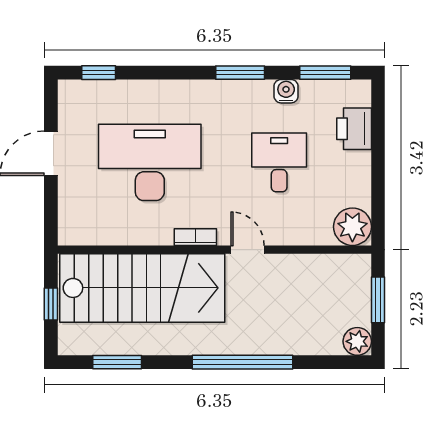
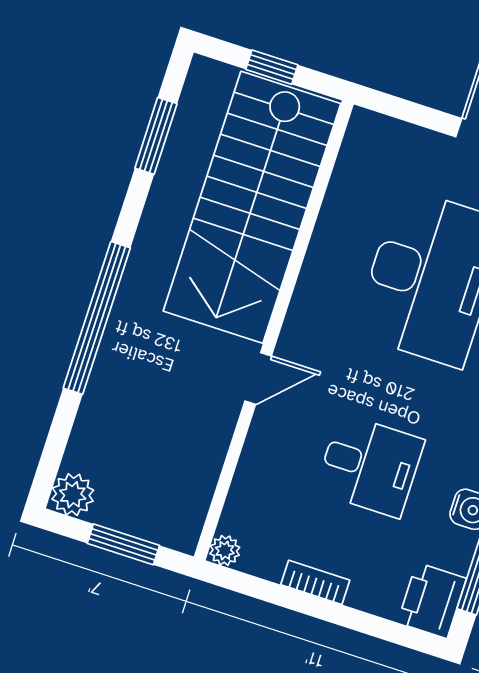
printer: (354, 129) -> (432, 600), moved, turned -90
plant: (352, 227) -> (225, 550), width x0.53, depth x0.53
bookcase: (195, 237) -> (315, 582), moved, turned -90

